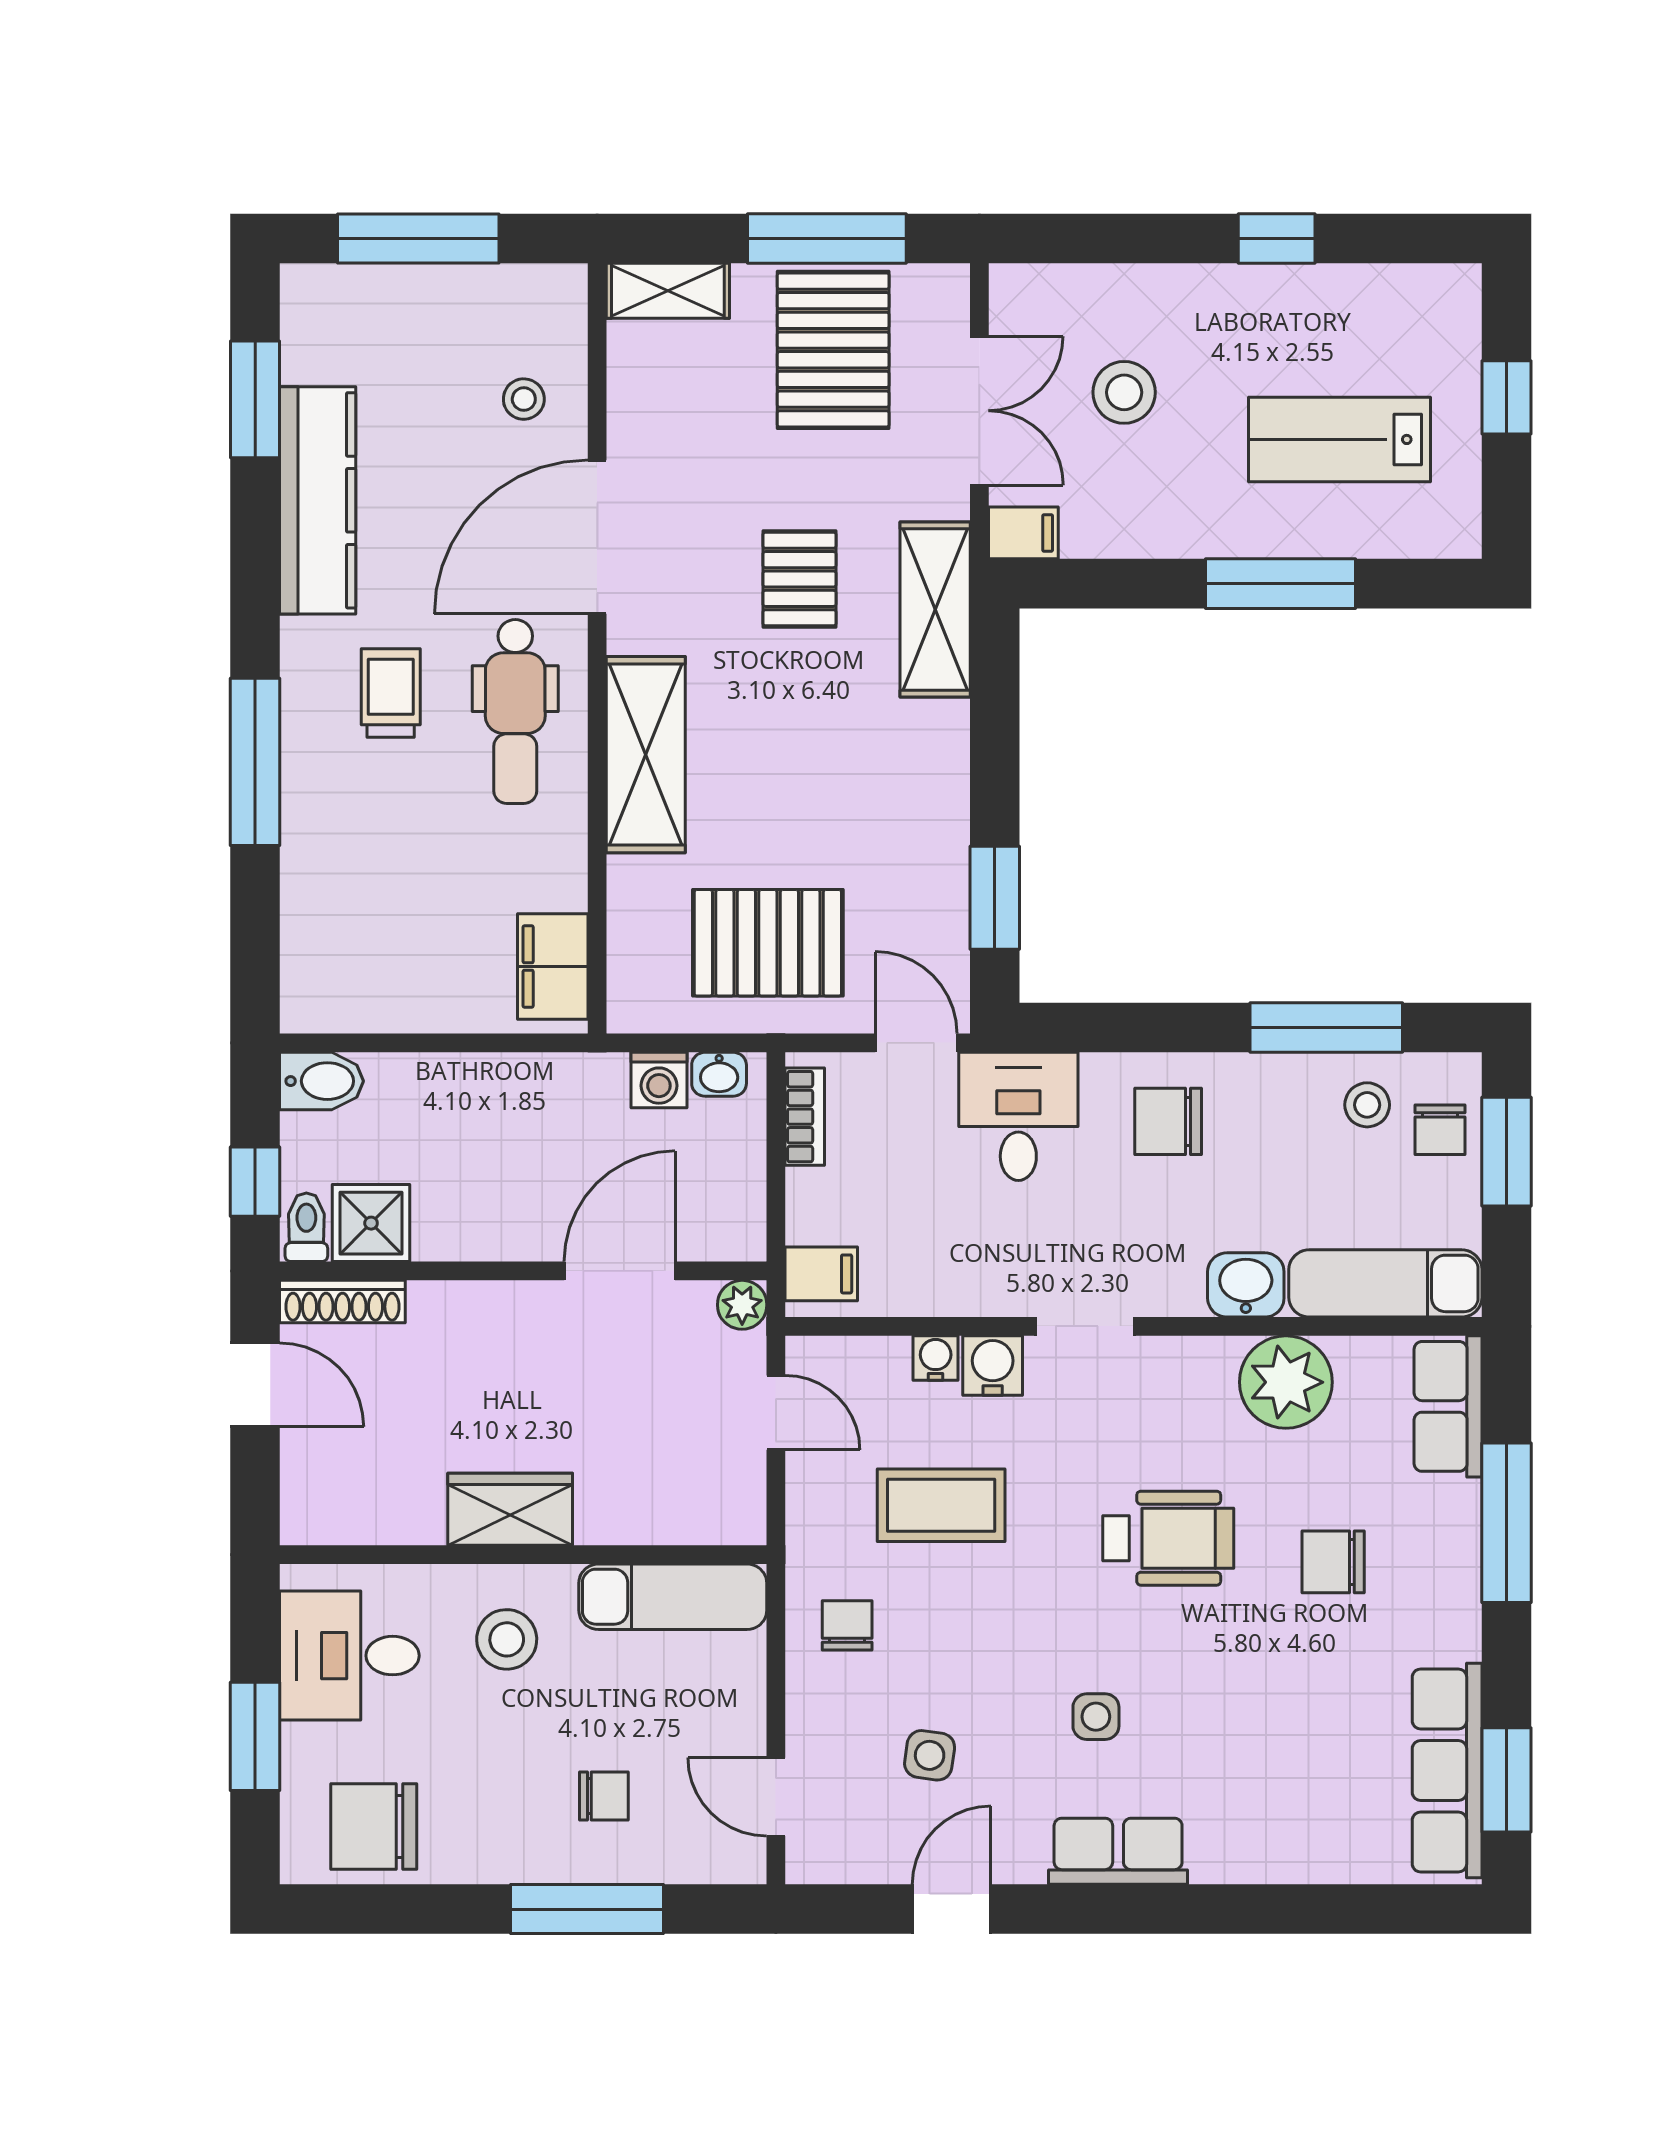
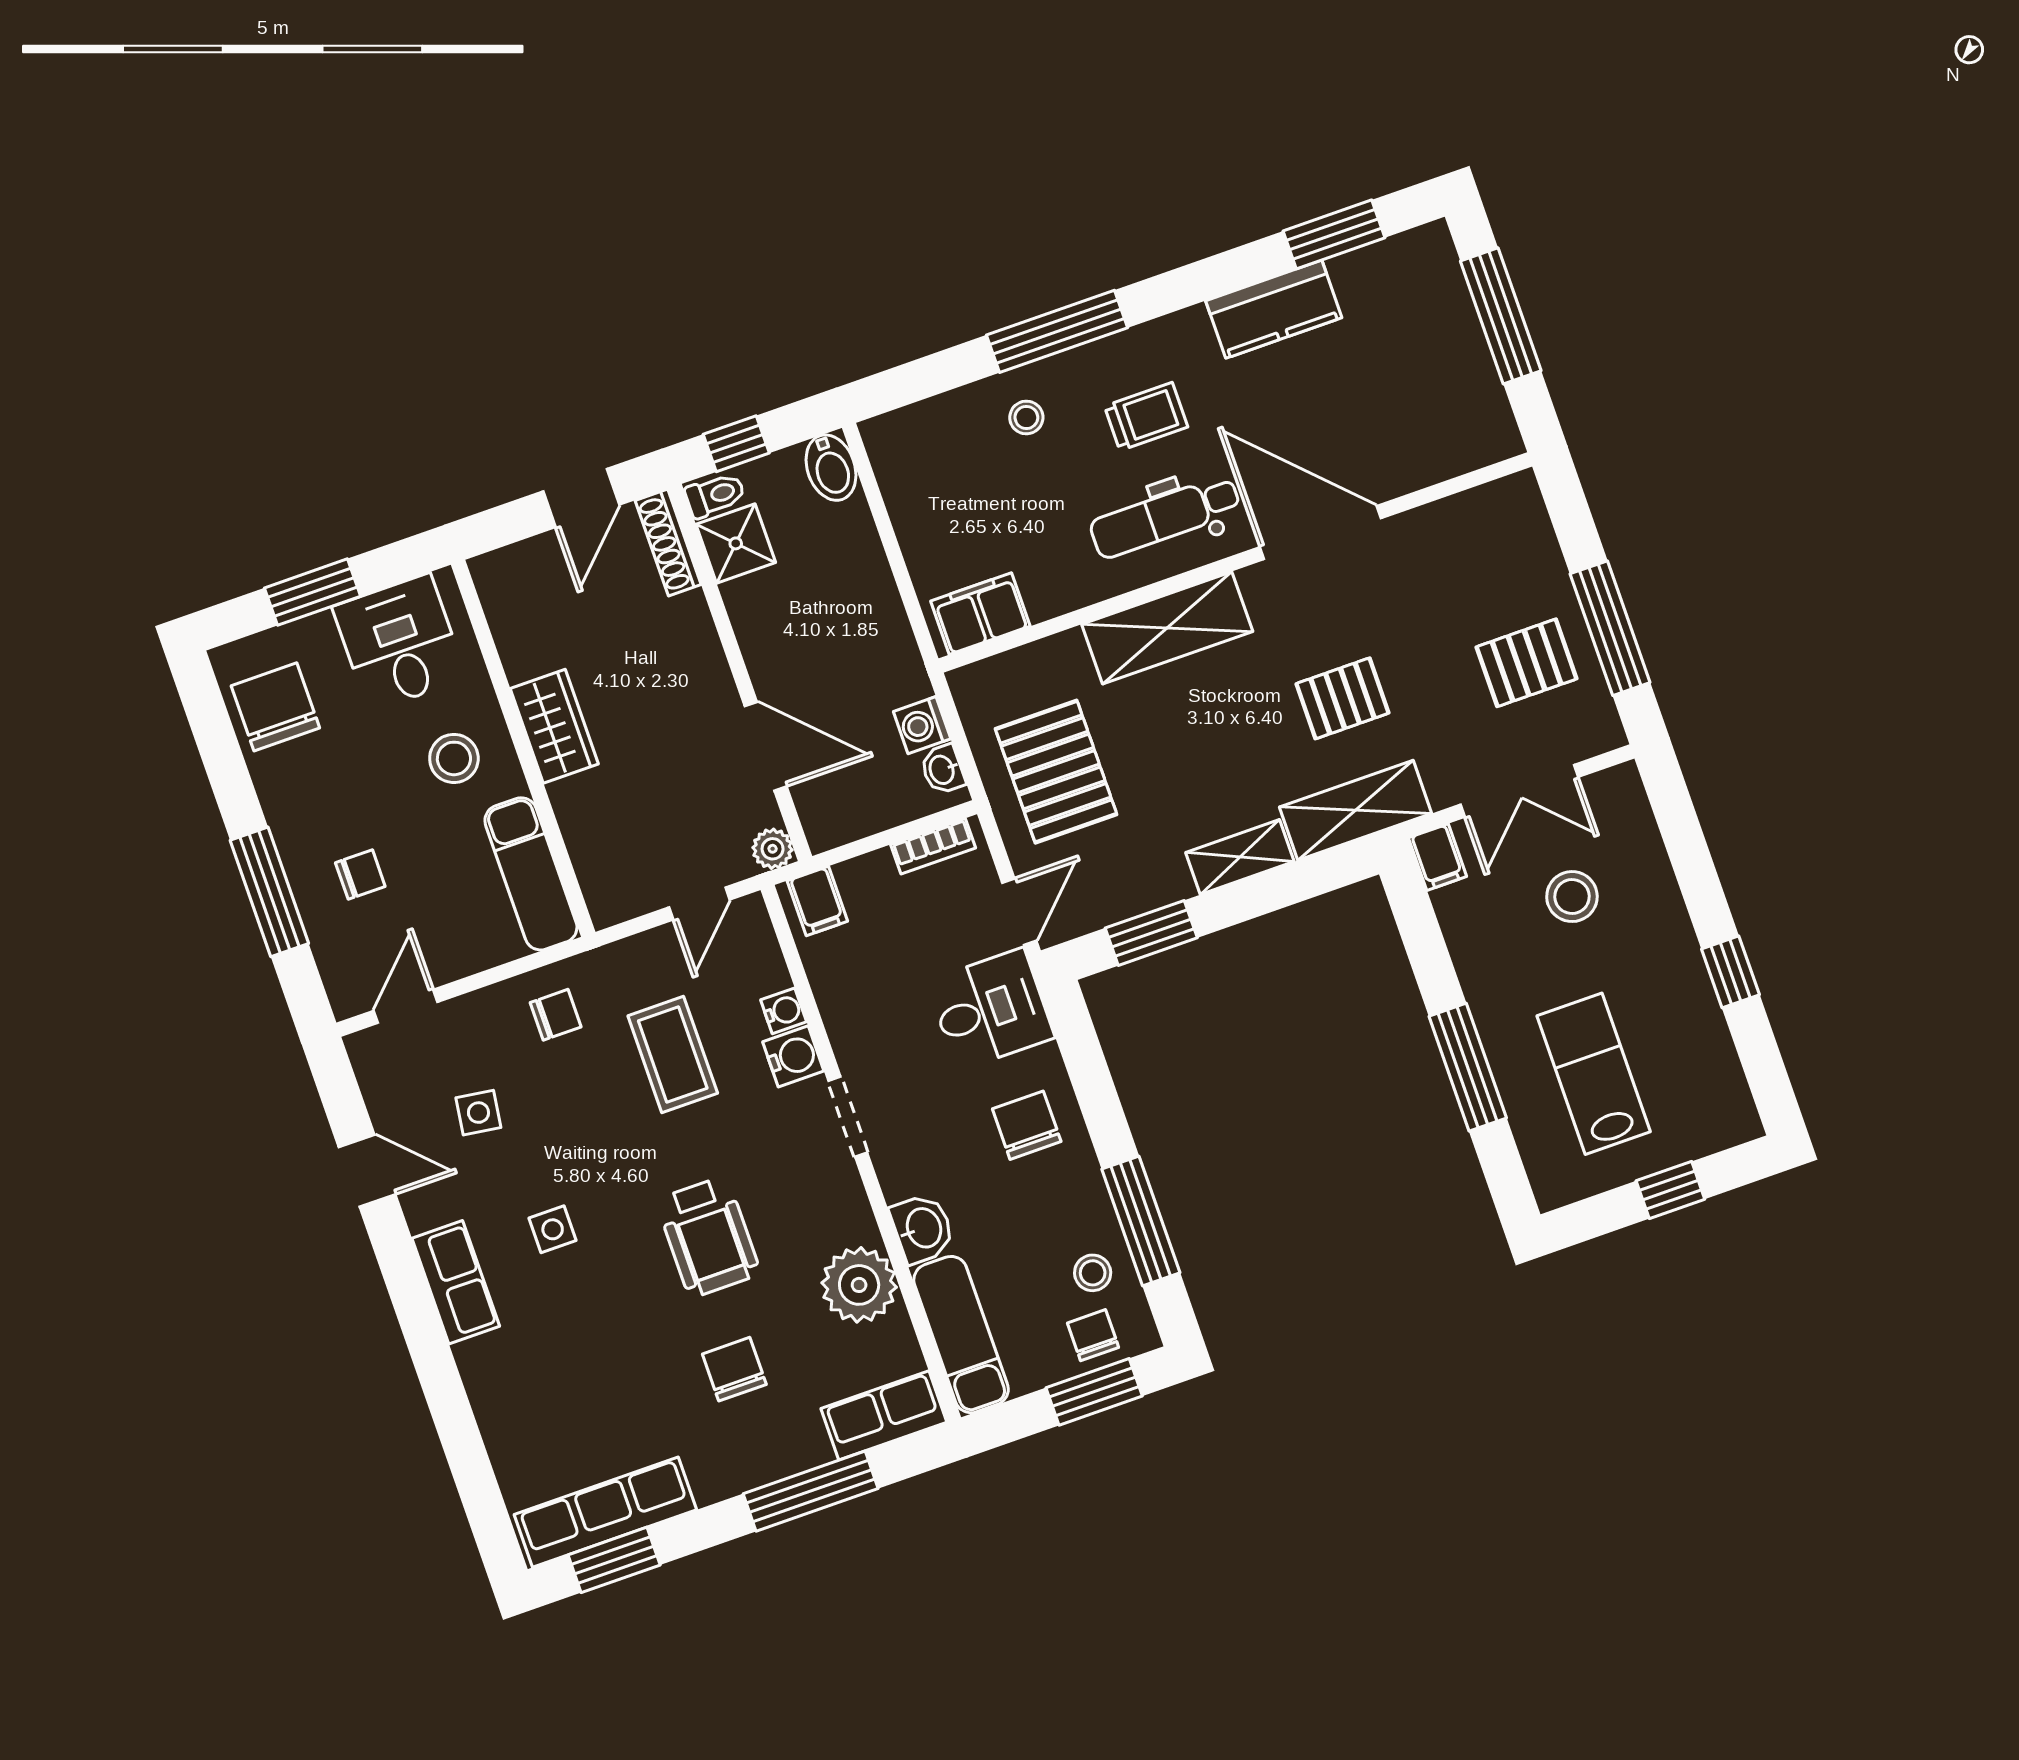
shelving: (668, 291) -> (1240, 857), moved, turned 90
pallet: (833, 350) -> (1527, 663), width x0.67, depth x0.71
stool: (524, 399) -> (1026, 417), moved
kitchen counter: (318, 500) -> (1274, 309), width x0.67
chair: (1440, 1130) -> (1093, 1335), turned 90
chair: (604, 1796) -> (360, 875), turned -90

